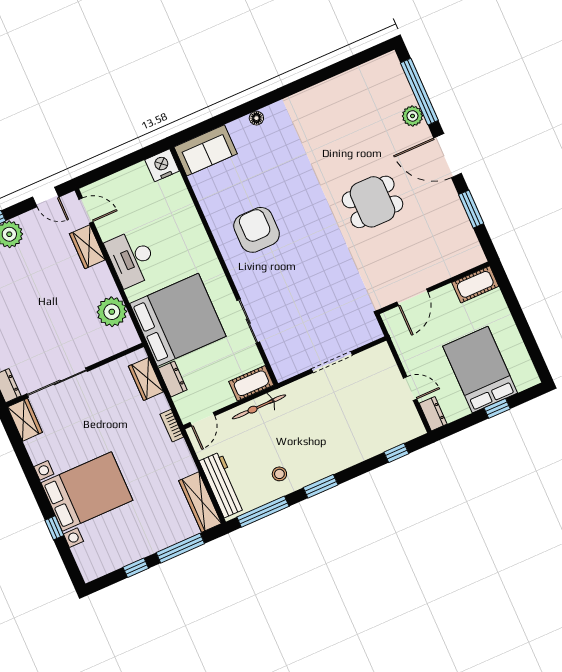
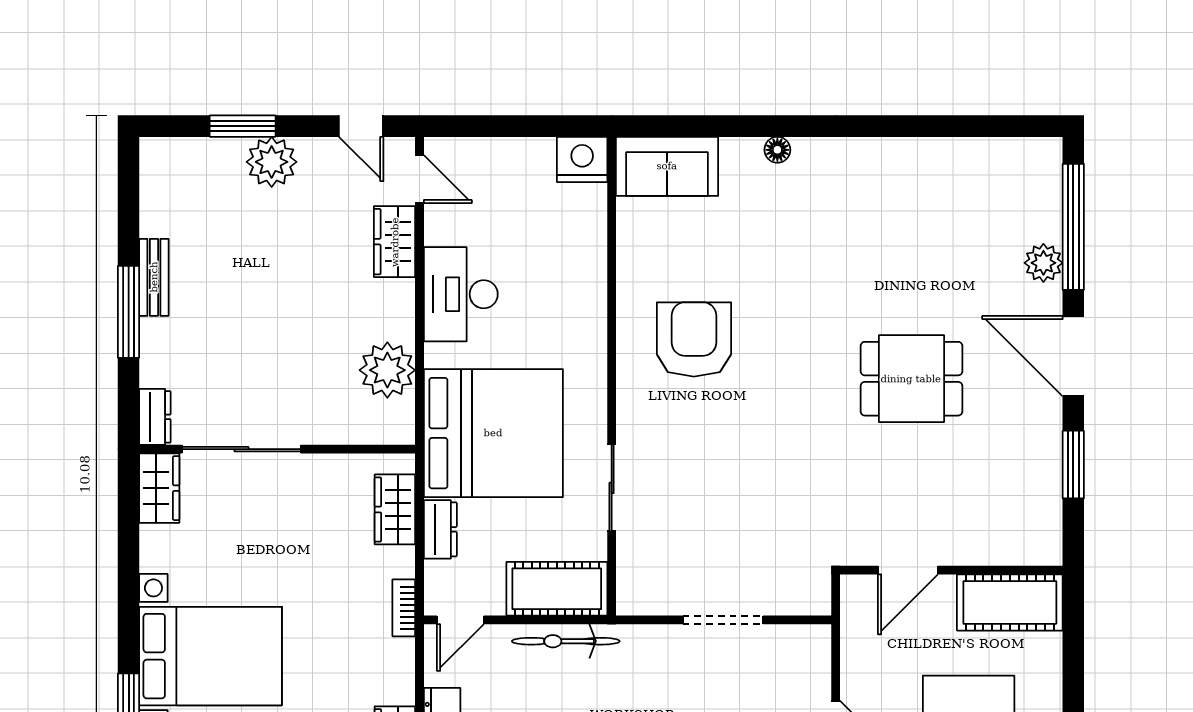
cot: (475, 284) -> (1010, 602), width x1.37, depth x1.34
cot: (251, 383) -> (557, 589), width x1.37, depth x1.34

